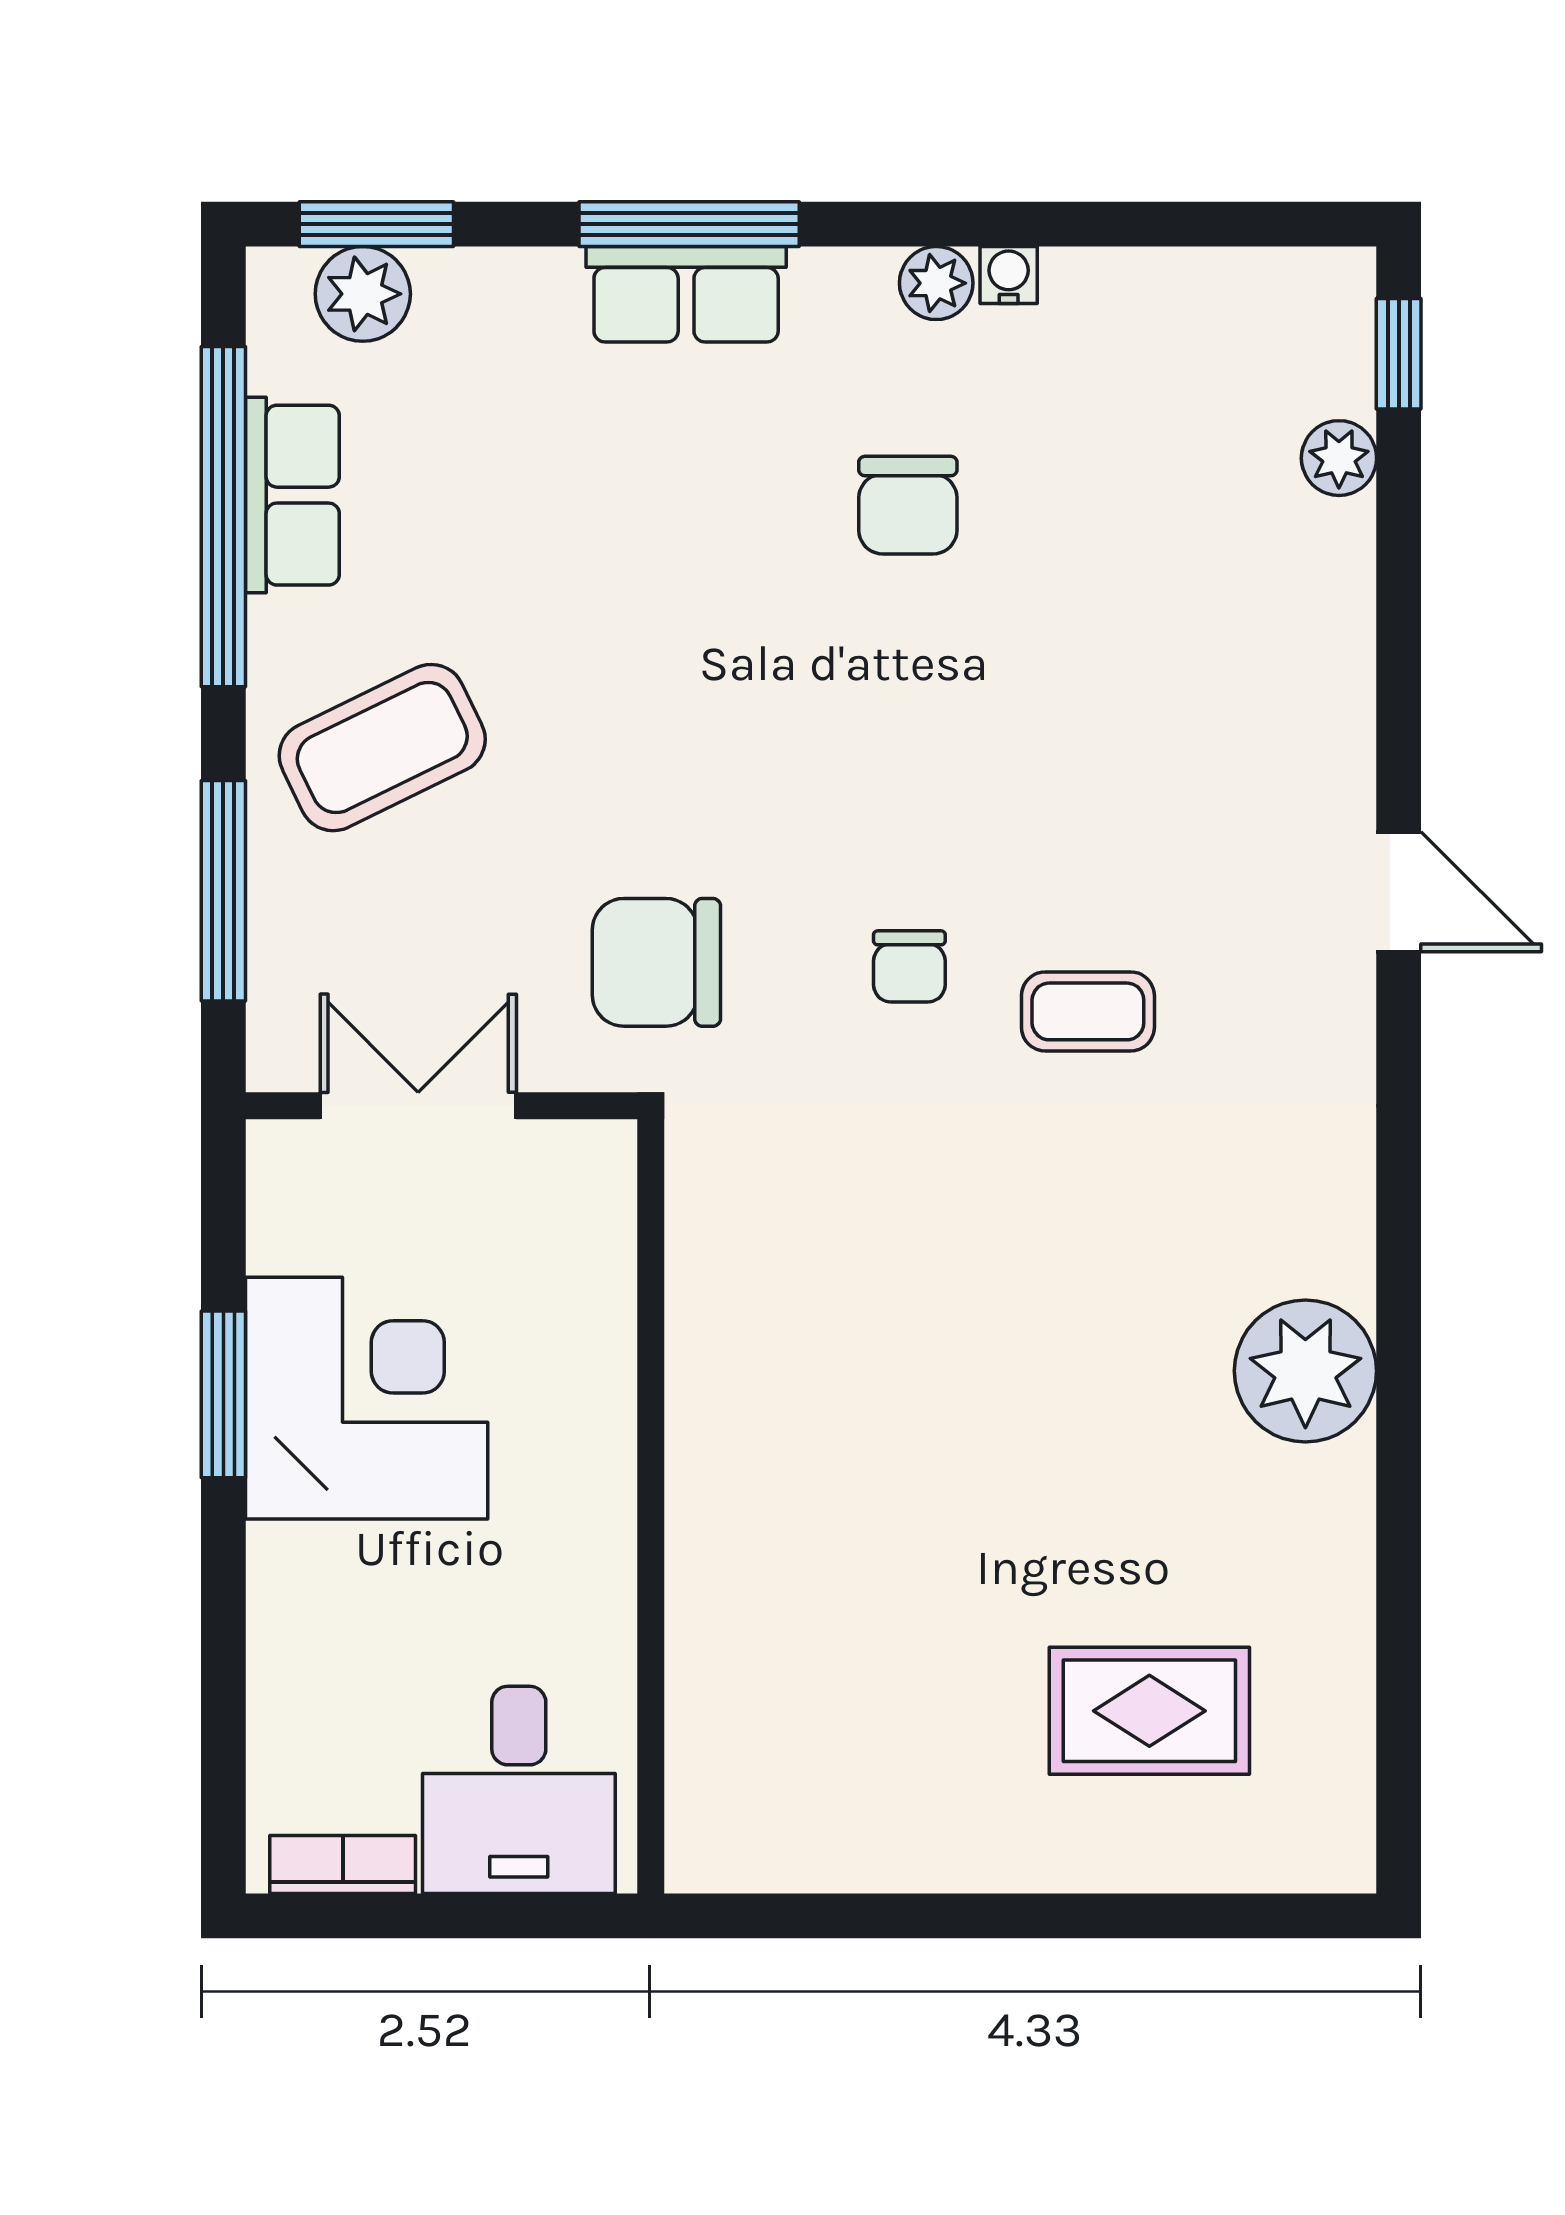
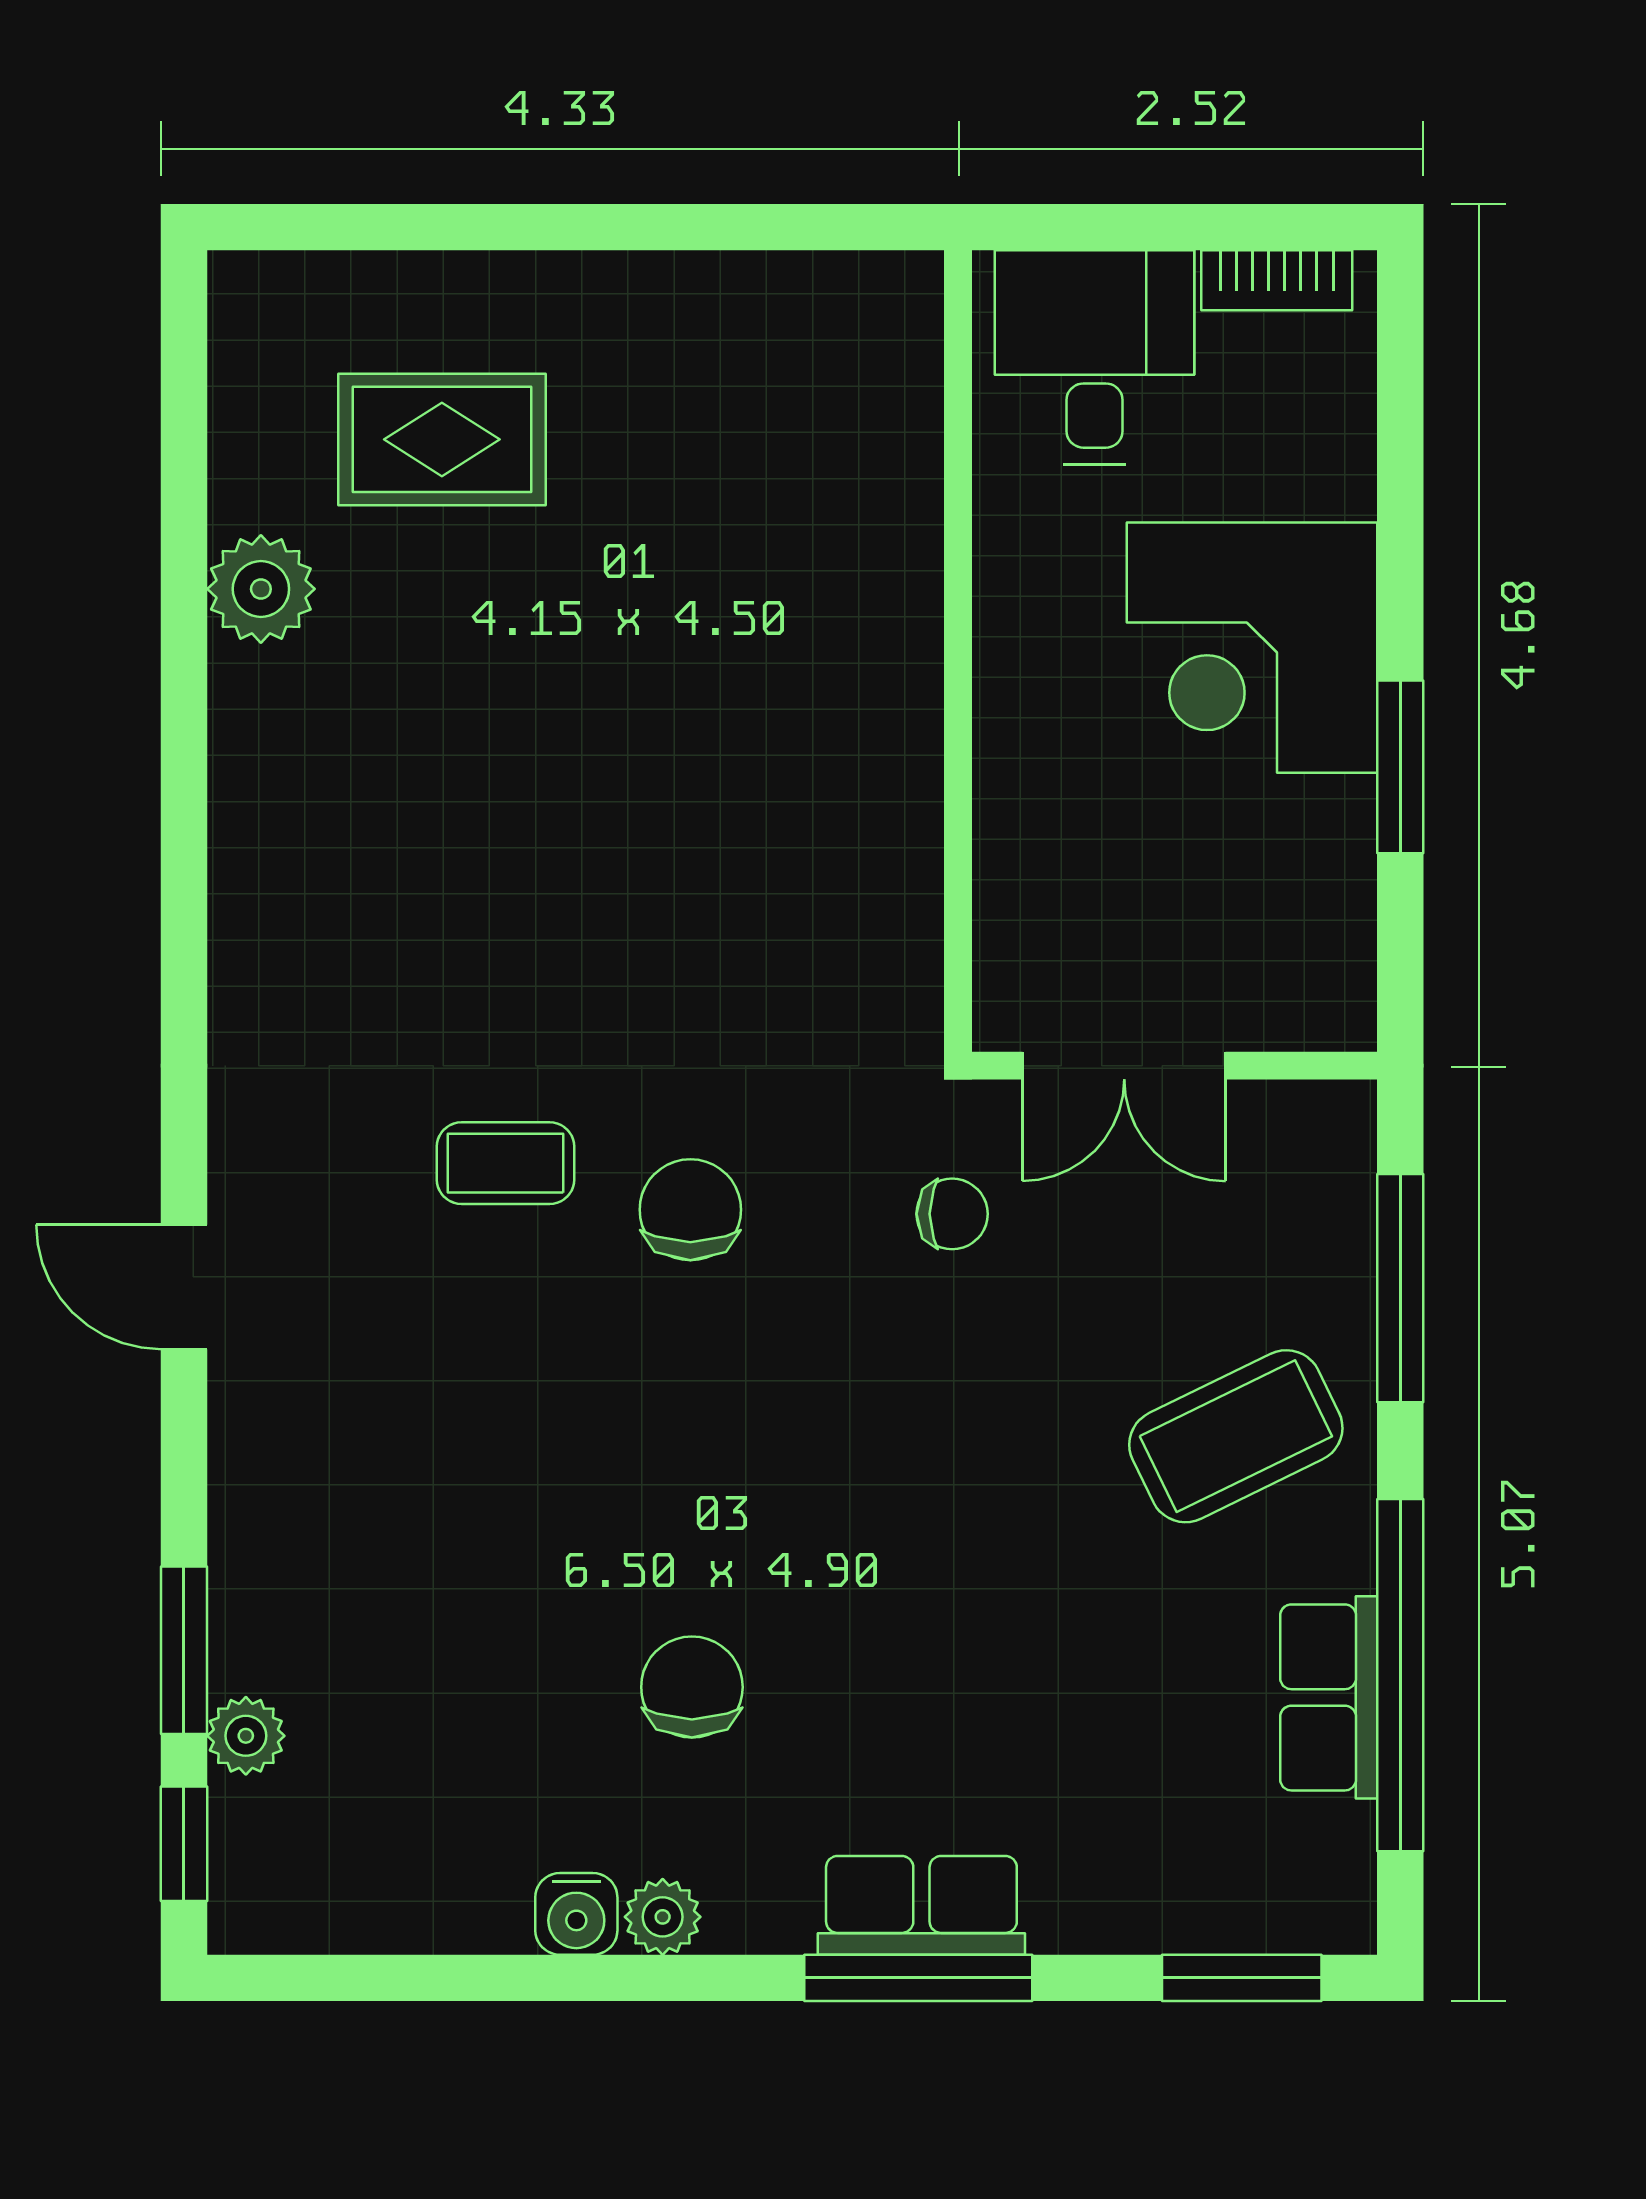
water cooler: (1009, 275) -> (576, 1914), width x1.38, depth x1.38
plant: (363, 294) -> (1256, 1906), removed
window: (1399, 541) -> (184, 1650), added
chair: (656, 962) -> (952, 1214), width x0.54, depth x0.54
chair: (909, 966) -> (690, 1210), width x1.37, depth x1.37
double door: (418, 1106) -> (1124, 1066), moved
plant: (1305, 1371) -> (261, 589), moved, width x0.73, depth x0.73
corner desk: (367, 1398) -> (1252, 648), moved

